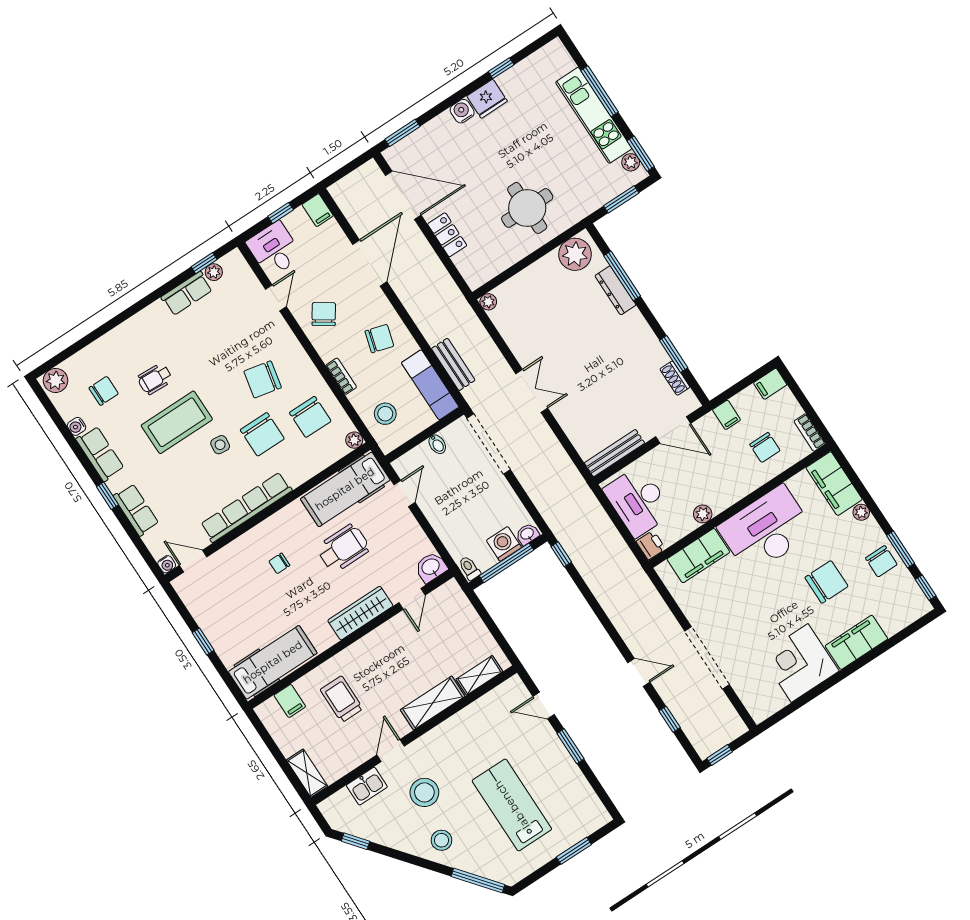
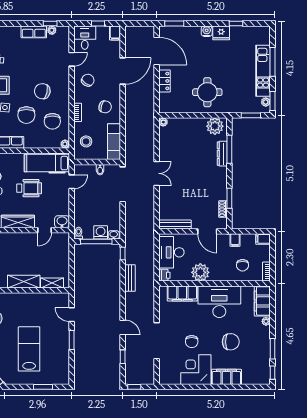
bench: (453, 364) -> (130, 278), moved
plant: (703, 514) -> (200, 272), width x1.87, depth x1.87
chair: (881, 561) -> (192, 342), moved

